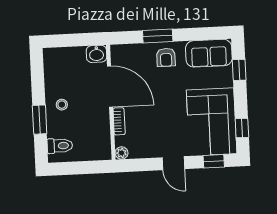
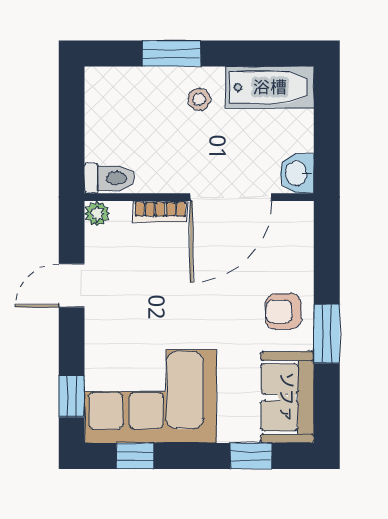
window: (158, 36) -> (327, 334), moved
bathtub: (54, 70) -> (270, 87), added
toilet: (60, 146) -> (109, 178), moved, turned -90
door: (173, 163) -> (72, 286), moved

